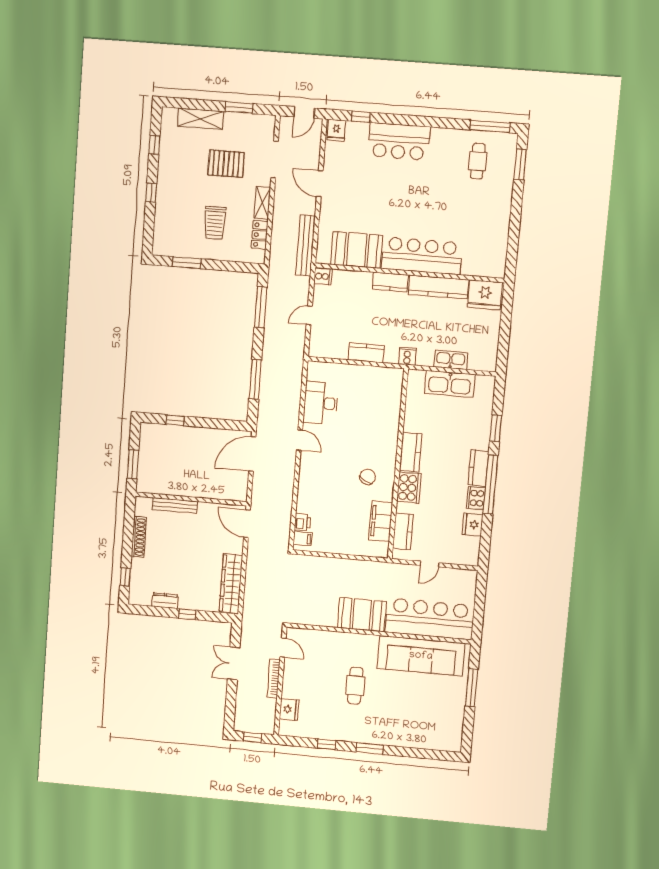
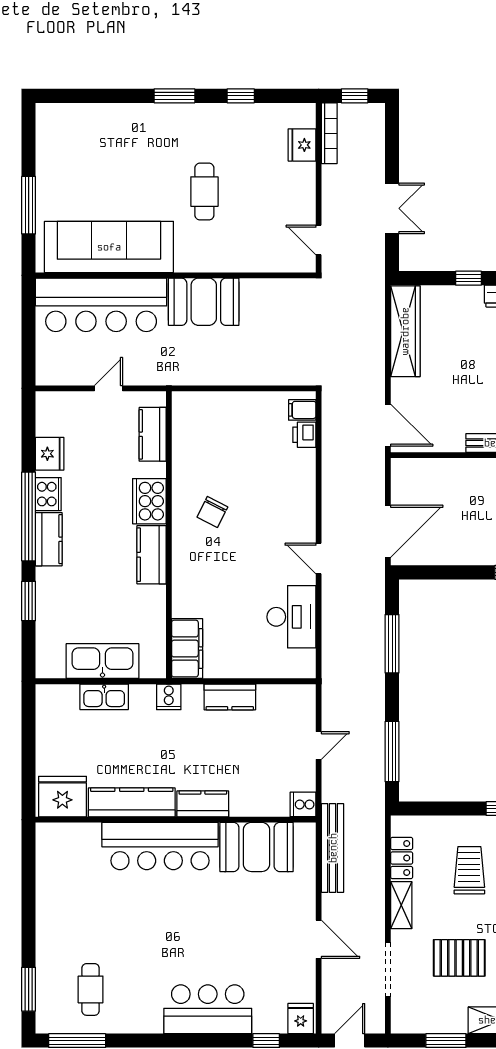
filing cabinet: (381, 521) -> (187, 649), moved
bookcase: (274, 678) -> (329, 133), moved

